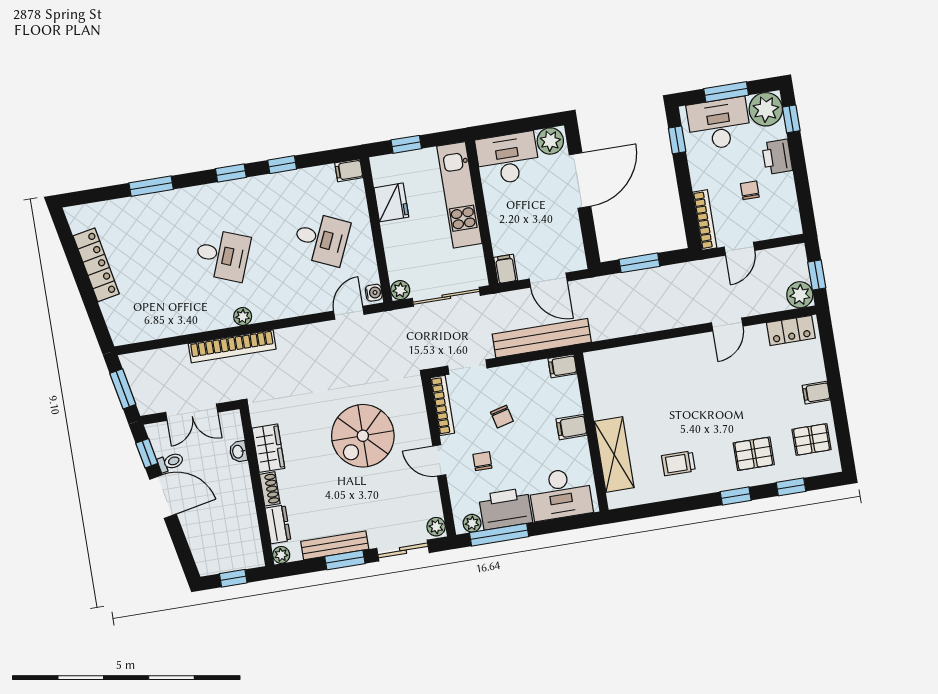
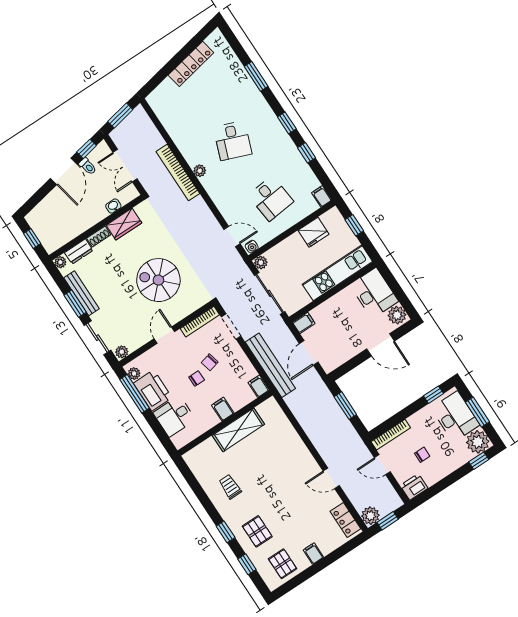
printer: (777, 157) -> (414, 487), moved
door: (580, 180) -> (380, 345), width x0.73
desk: (321, 239) -> (271, 198), turned -30
shelving: (614, 455) -> (238, 430), moved
chair: (482, 461) -> (197, 378), moved
desk: (560, 494) -> (174, 416), width x0.73

